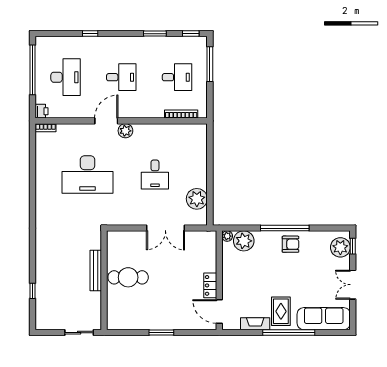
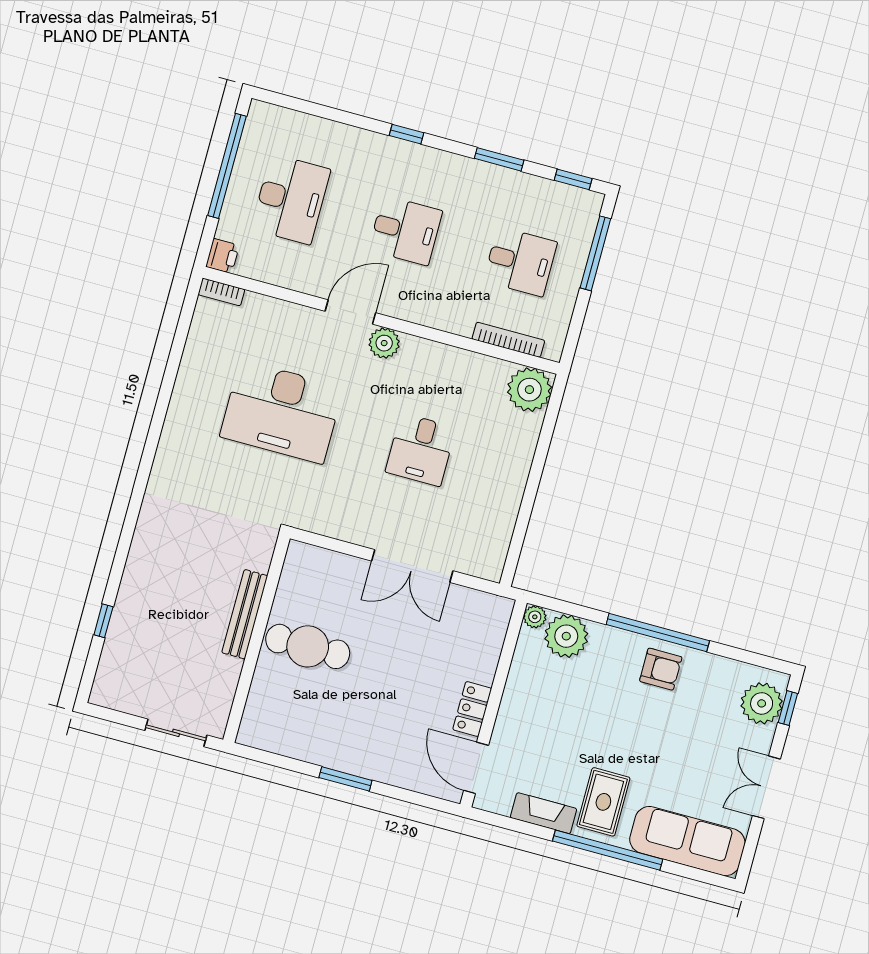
window: (90, 34) -> (406, 134), moved
plant: (197, 199) -> (529, 390), moved

